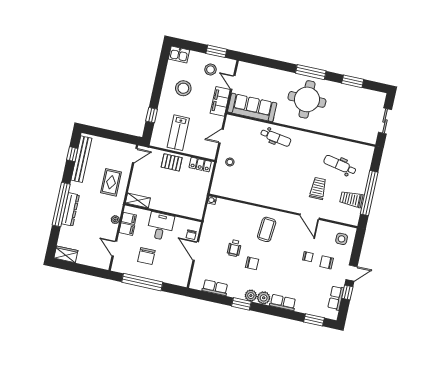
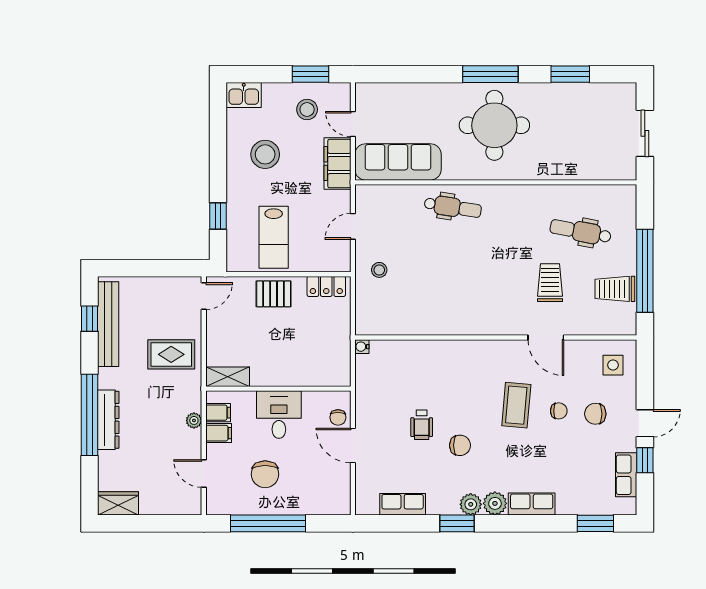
rug: (111, 182) -> (171, 354), turned 90
coffee table: (267, 229) -> (516, 405), moved

